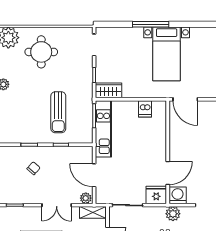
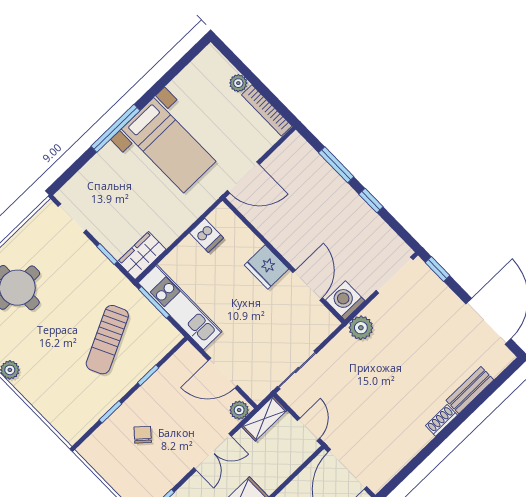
sun lounger: (58, 112) -> (107, 340), turned 64
fridge: (156, 195) -> (266, 267), moved, turned -90

